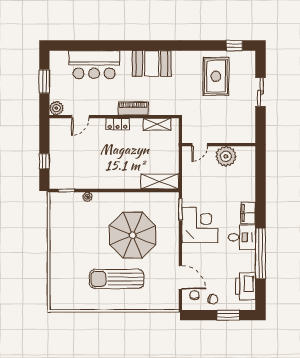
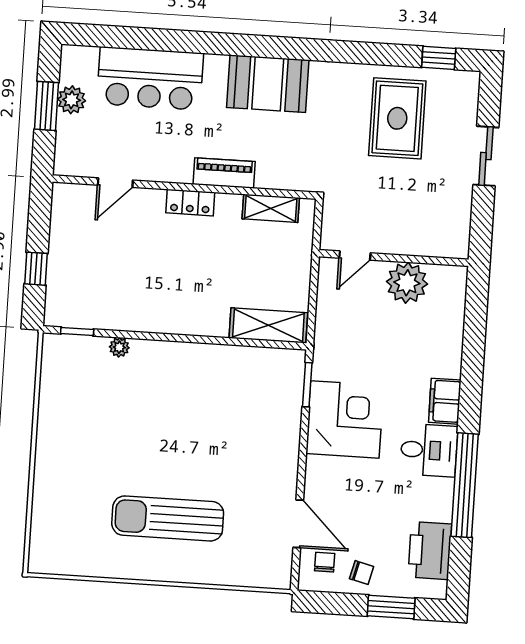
plant: (56, 108) -> (72, 100), moved
parasol: (133, 235) -> (206, 431), removed

